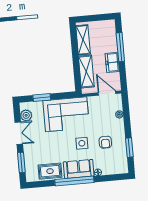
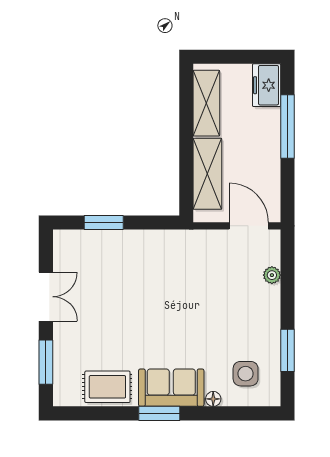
freezer: (112, 62) -> (267, 85), moved
corner sofa: (66, 114) -> (154, 264), removed
plant: (26, 115) -> (66, 259), removed
armchair: (105, 142) -> (235, 334), removed
side table: (82, 143) -> (246, 374), moved
window: (74, 181) -> (159, 413), width x0.47

